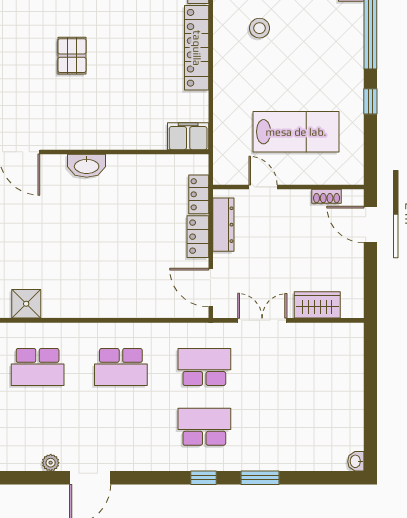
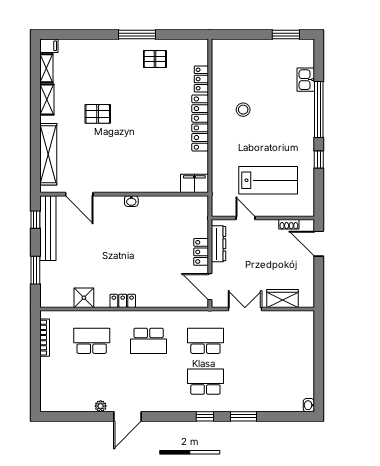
pallet: (72, 56) -> (98, 114), moved, turned 90
washbasin: (87, 166) -> (131, 201), width x0.52, depth x0.69
locker: (199, 194) -> (123, 301), moved, turned 90
school desk: (38, 367) -> (92, 341), turned 180

